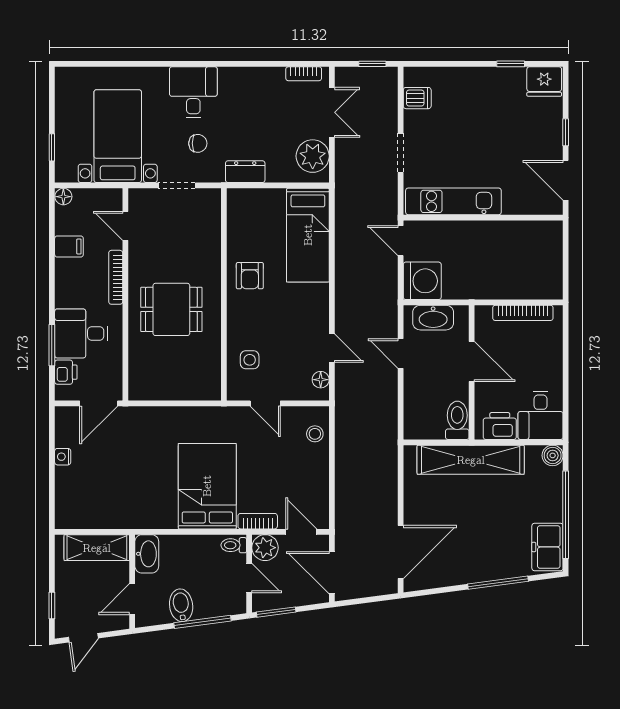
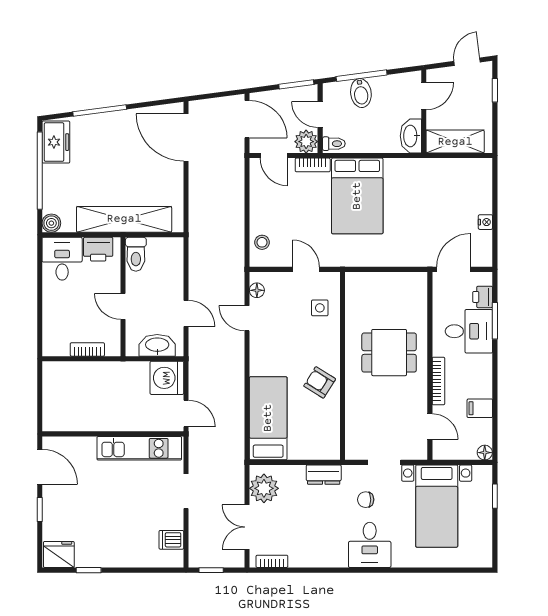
armchair: (250, 276) -> (320, 382), turned -58
bookcase: (523, 313) -> (87, 349), width x0.64
door: (472, 361) -> (123, 306), width x0.73
door: (401, 552) -> (186, 138), hinge flipped
bidet: (181, 605) -> (361, 93), moved

